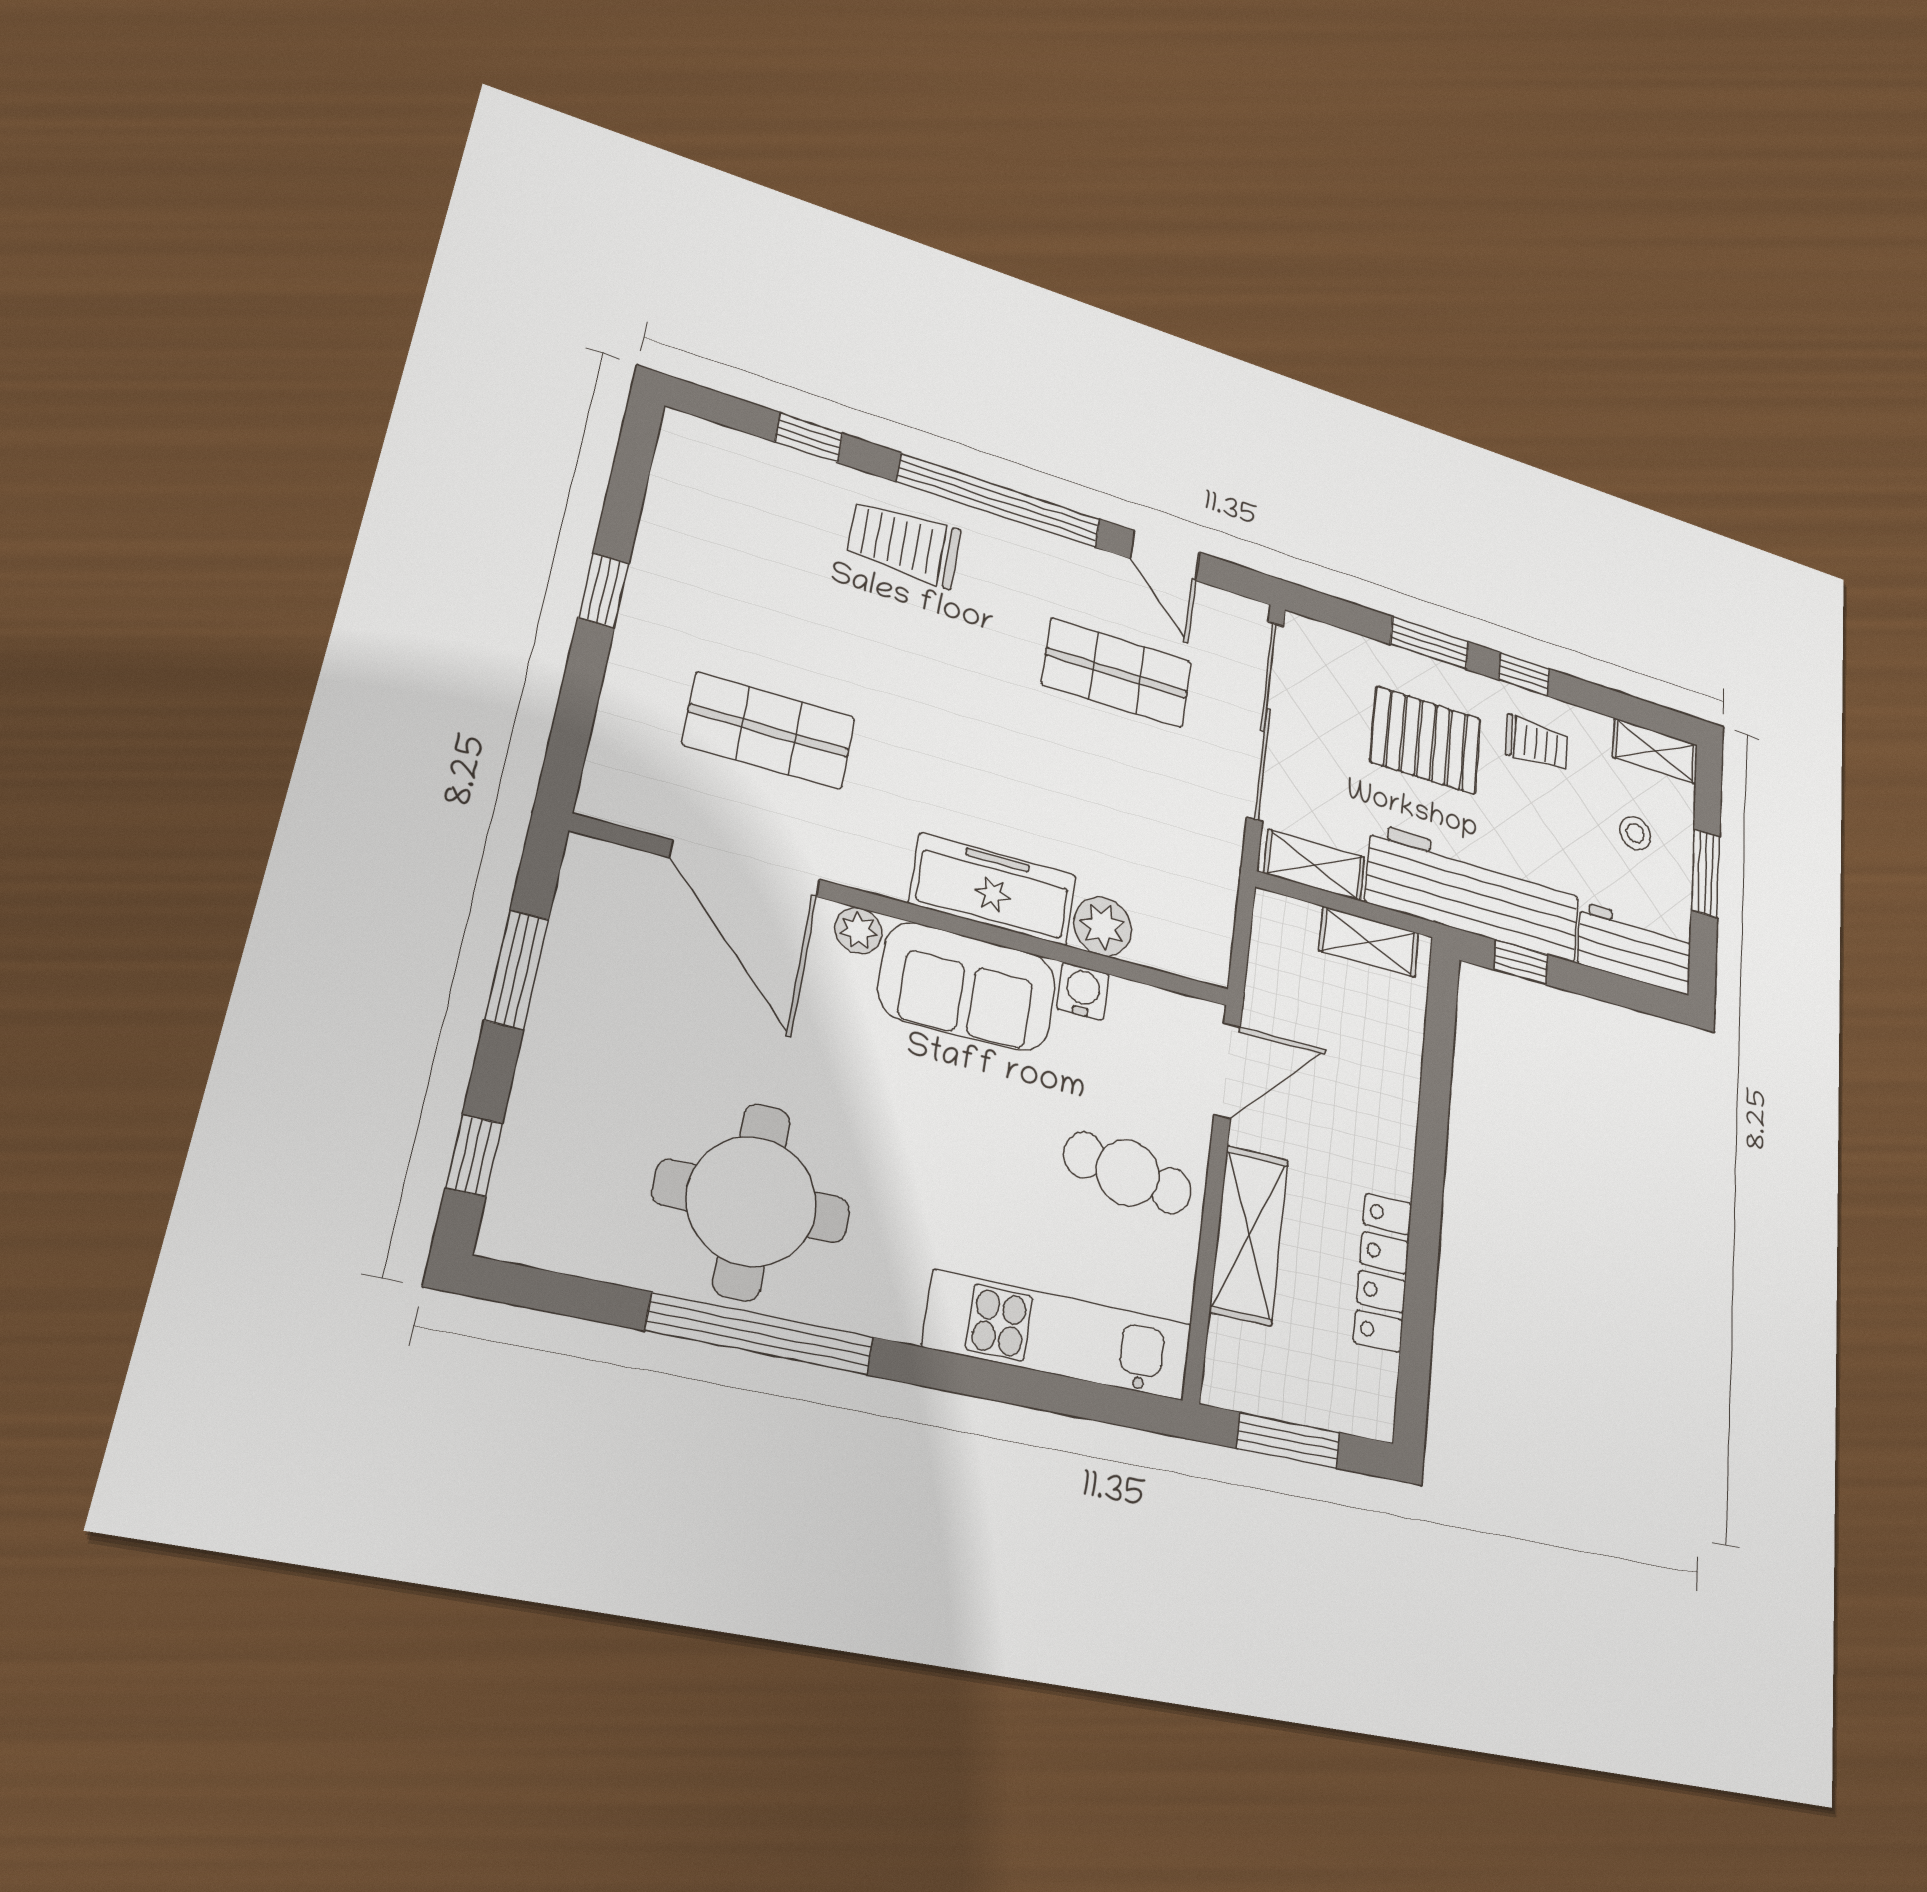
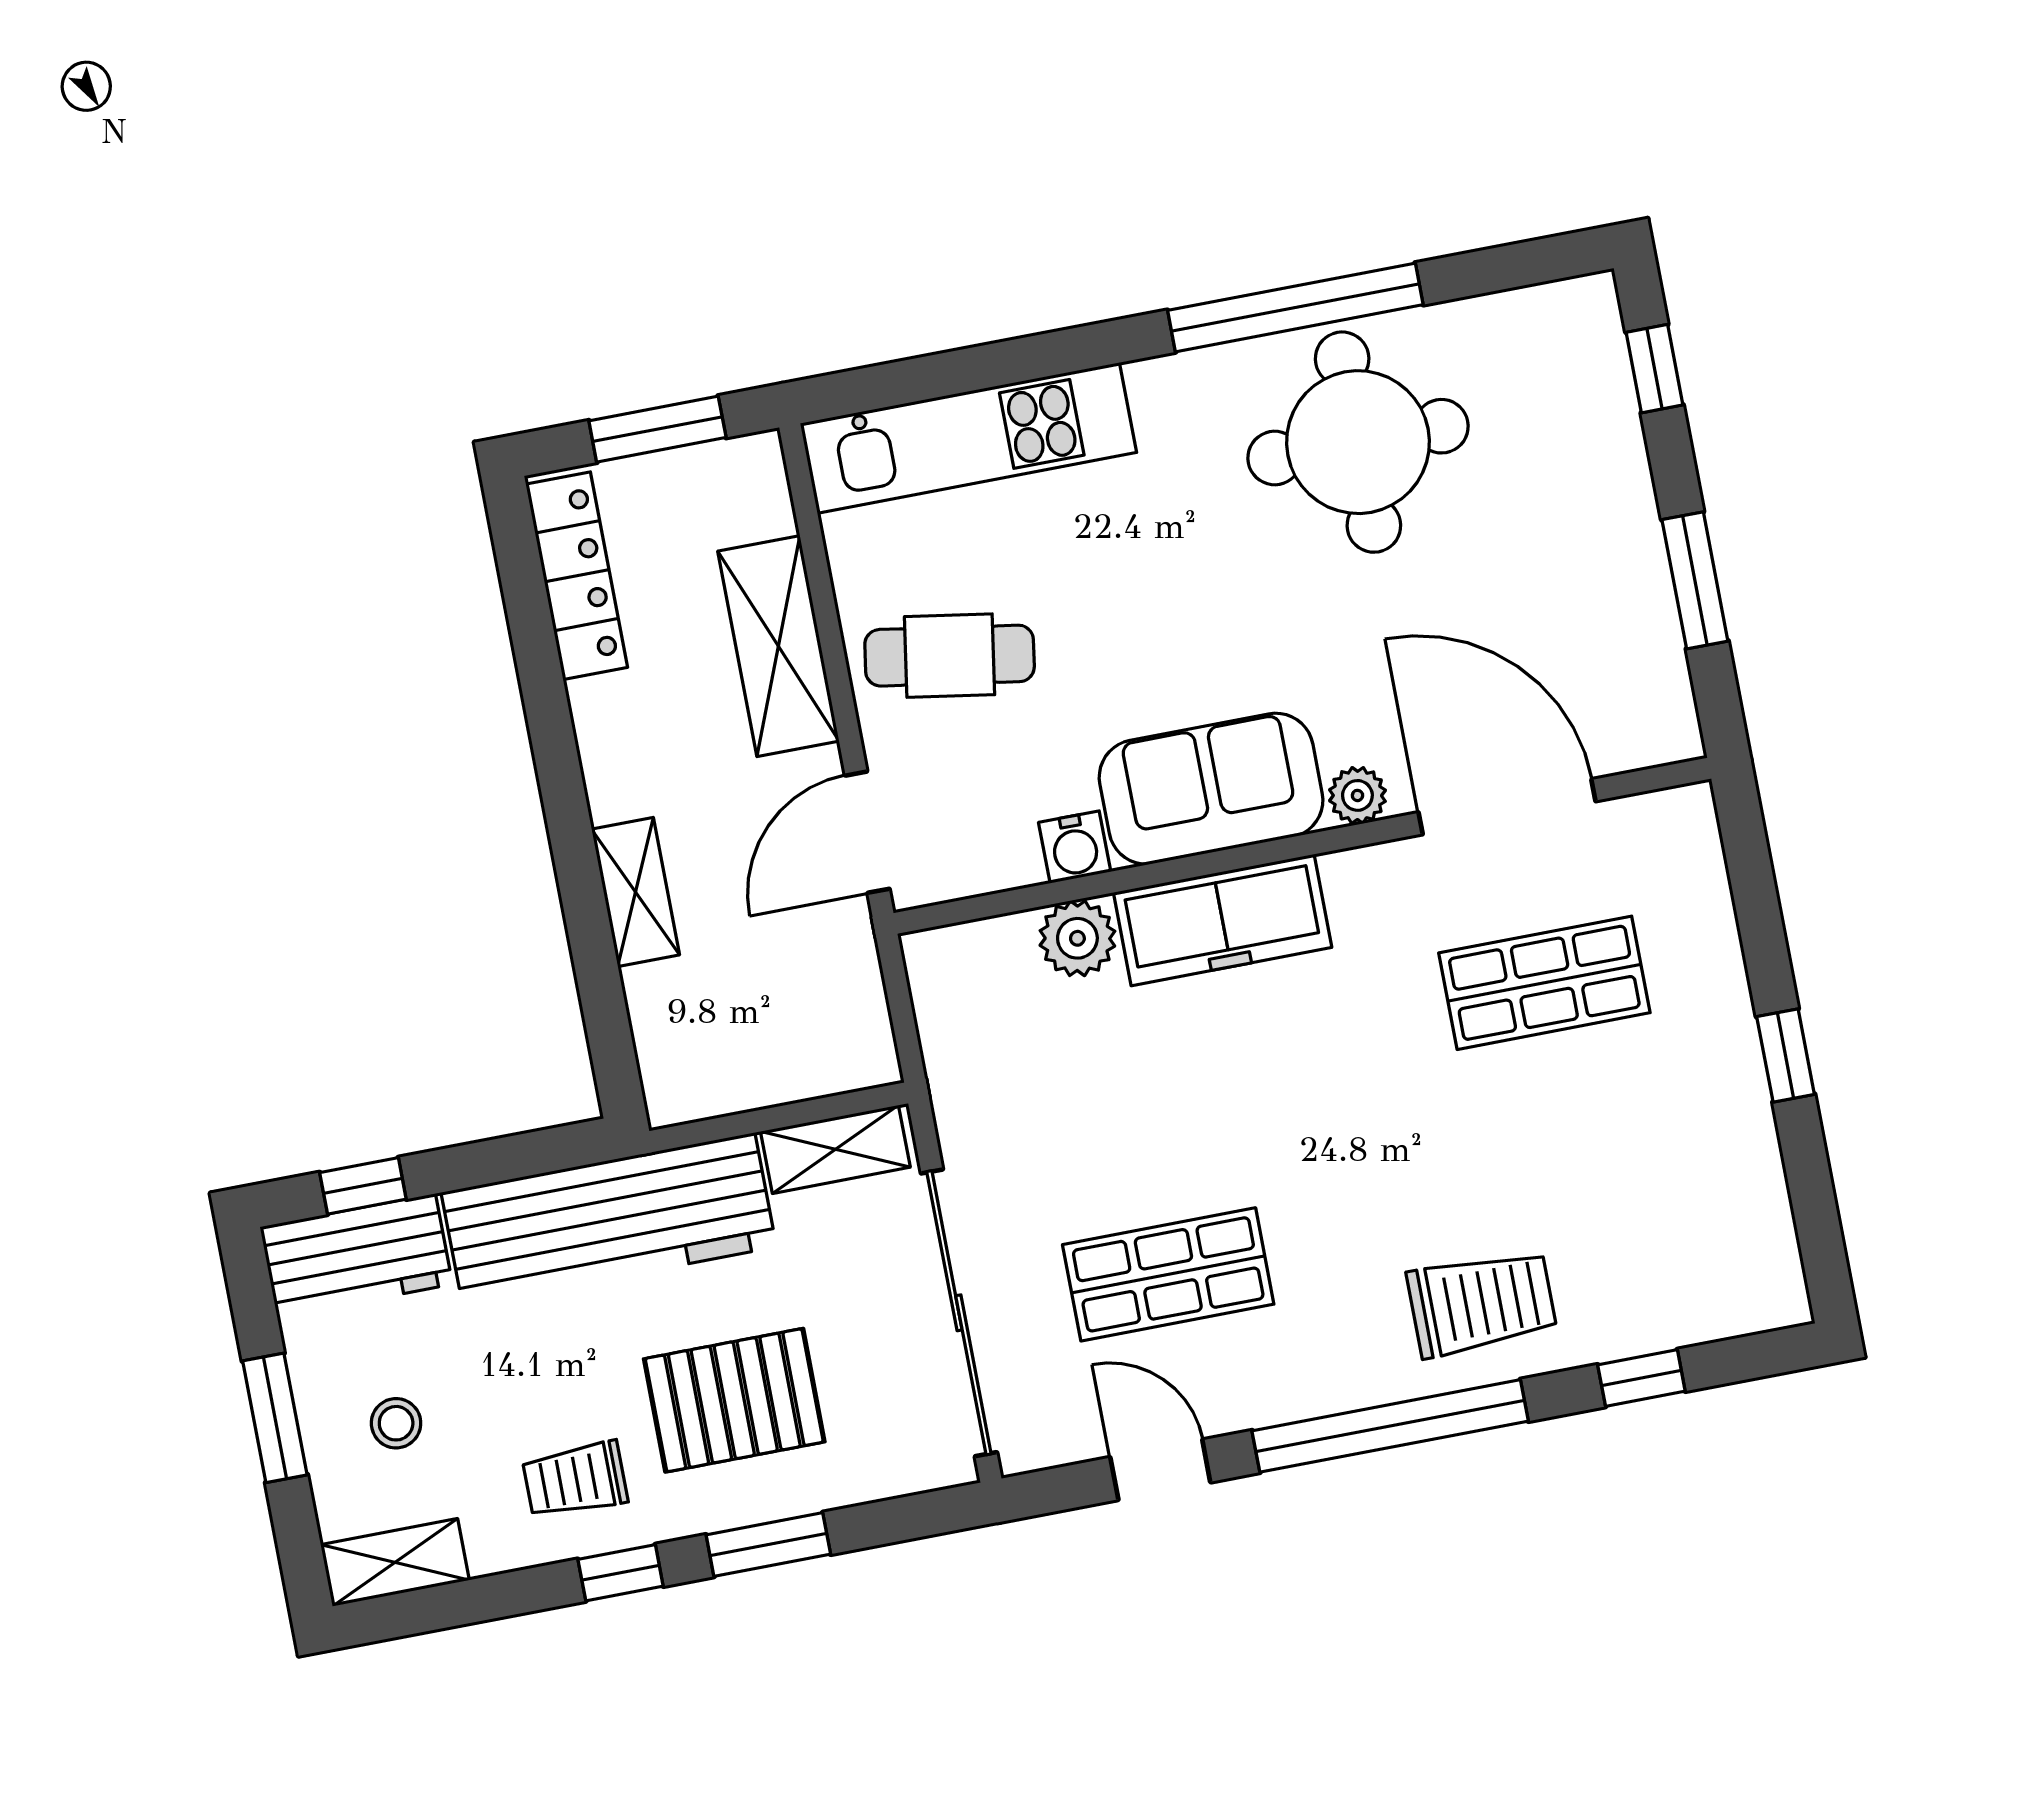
shelving: (1369, 942) -> (636, 892), moved, turned 90
window: (1521, 962) -> (363, 1186), moved
locker: (1383, 1272) -> (577, 576), moved

